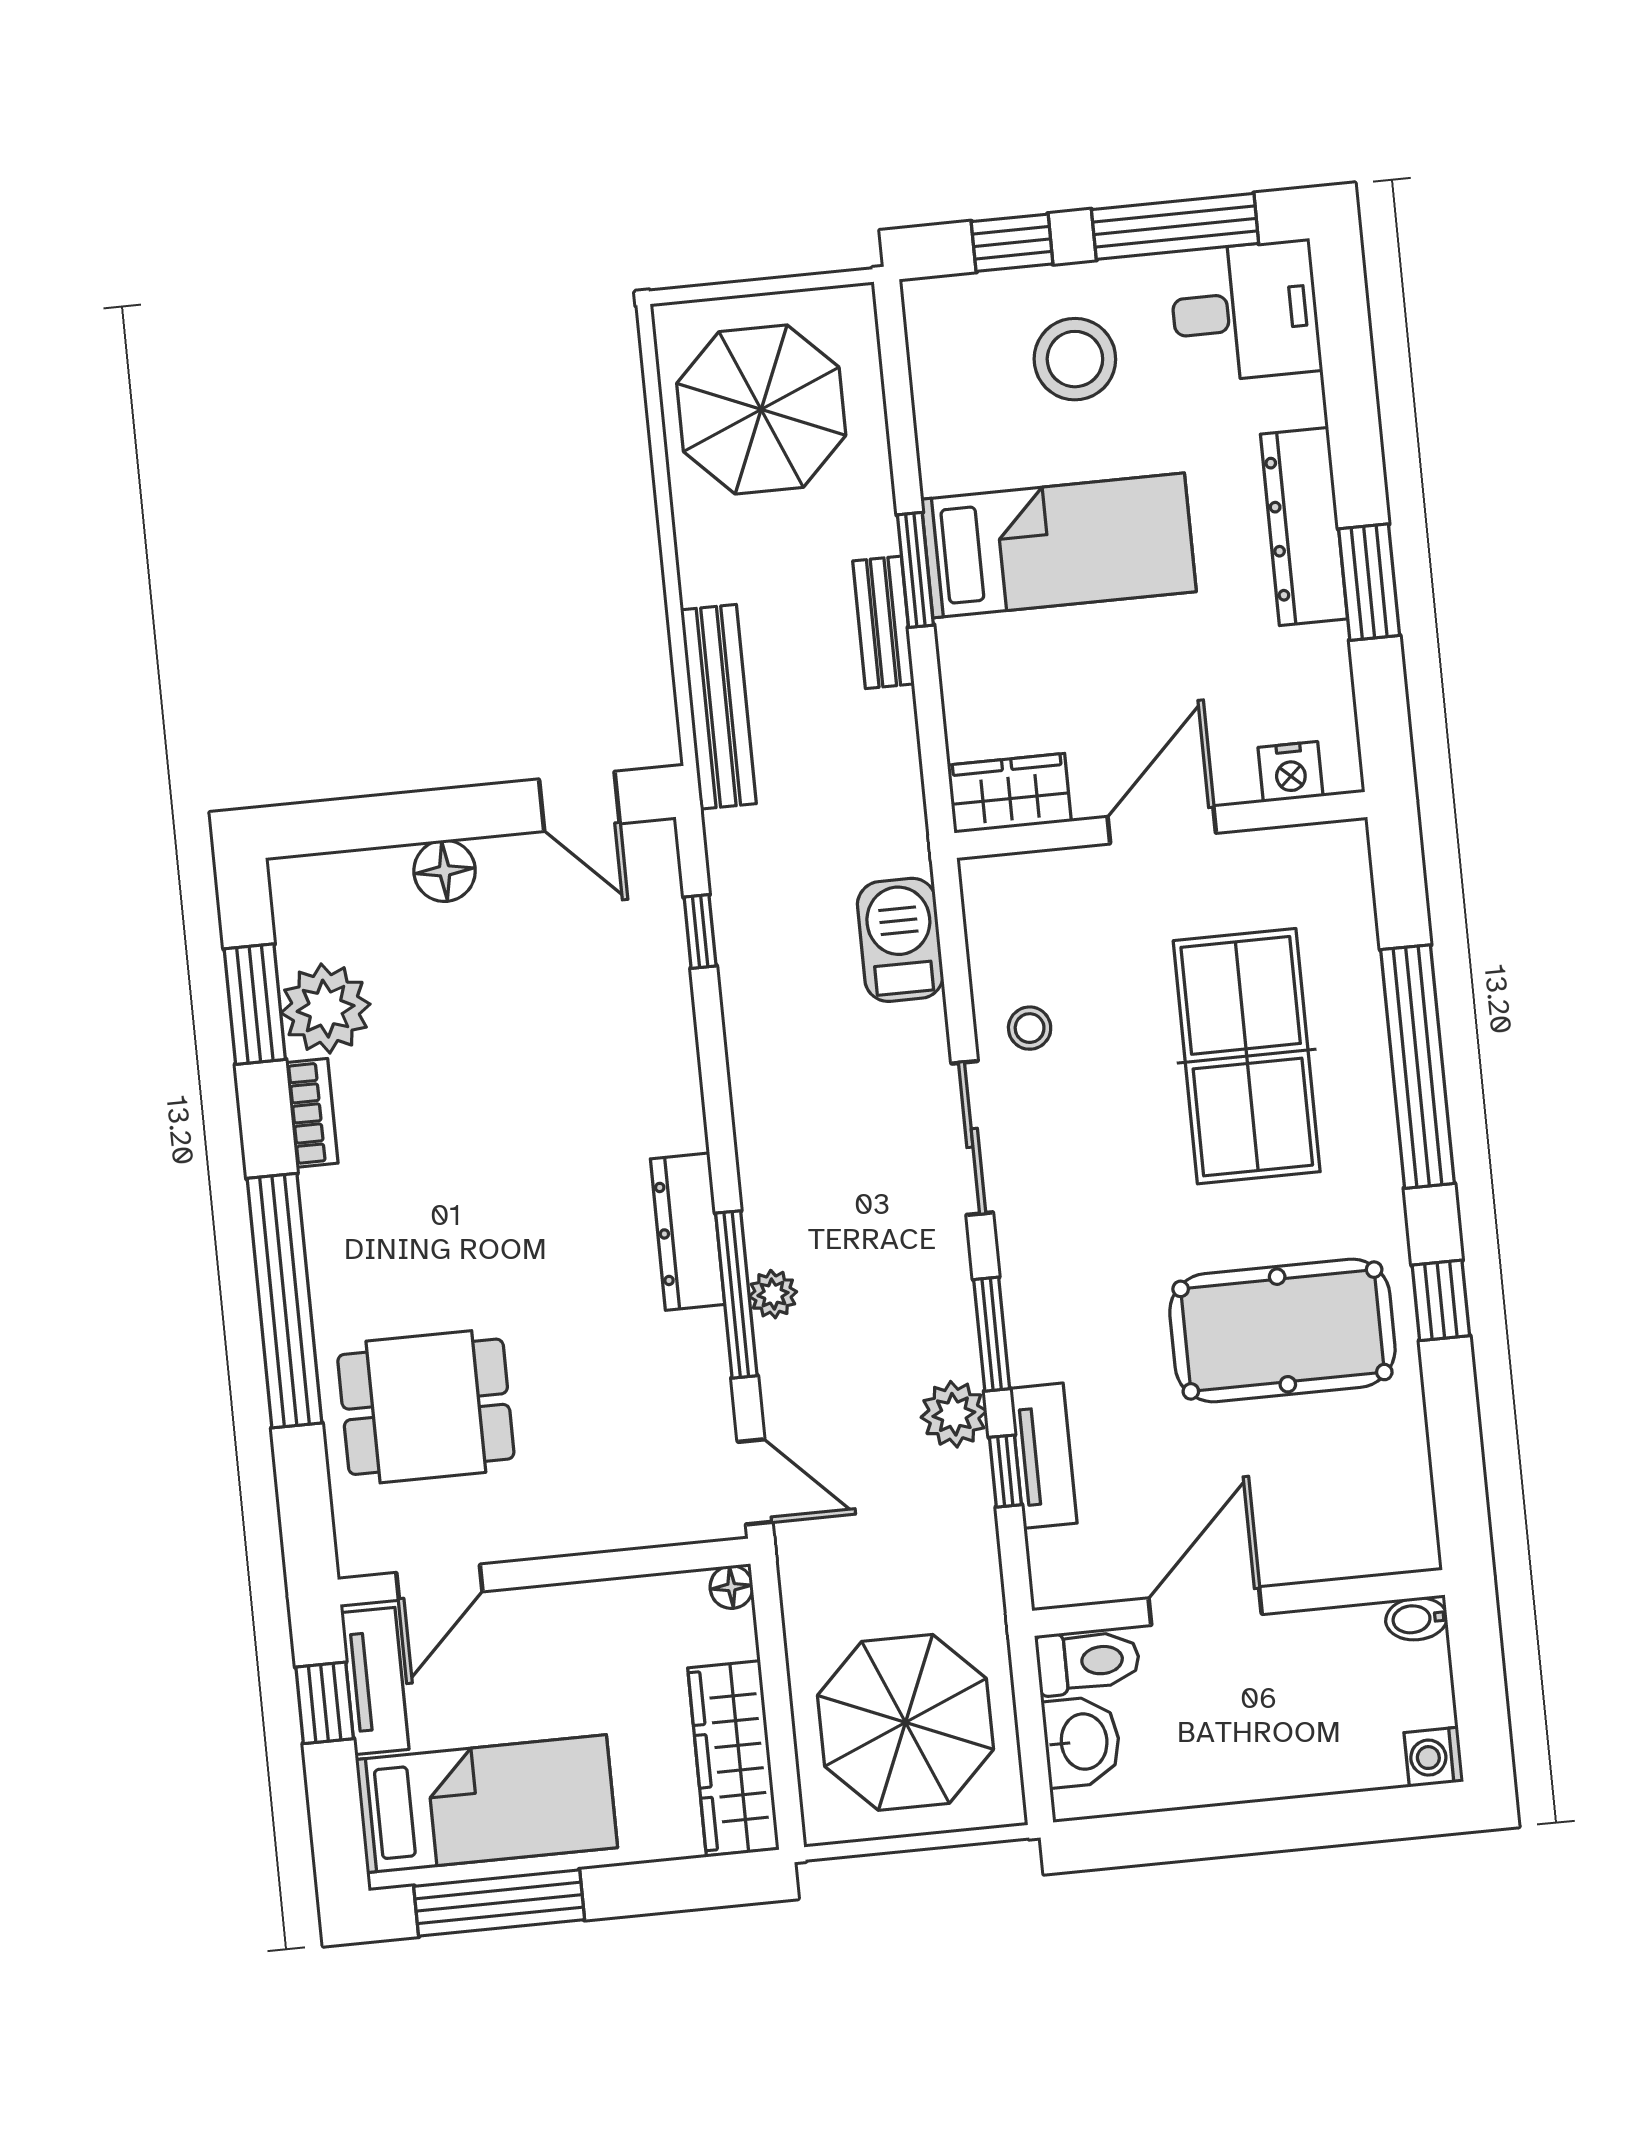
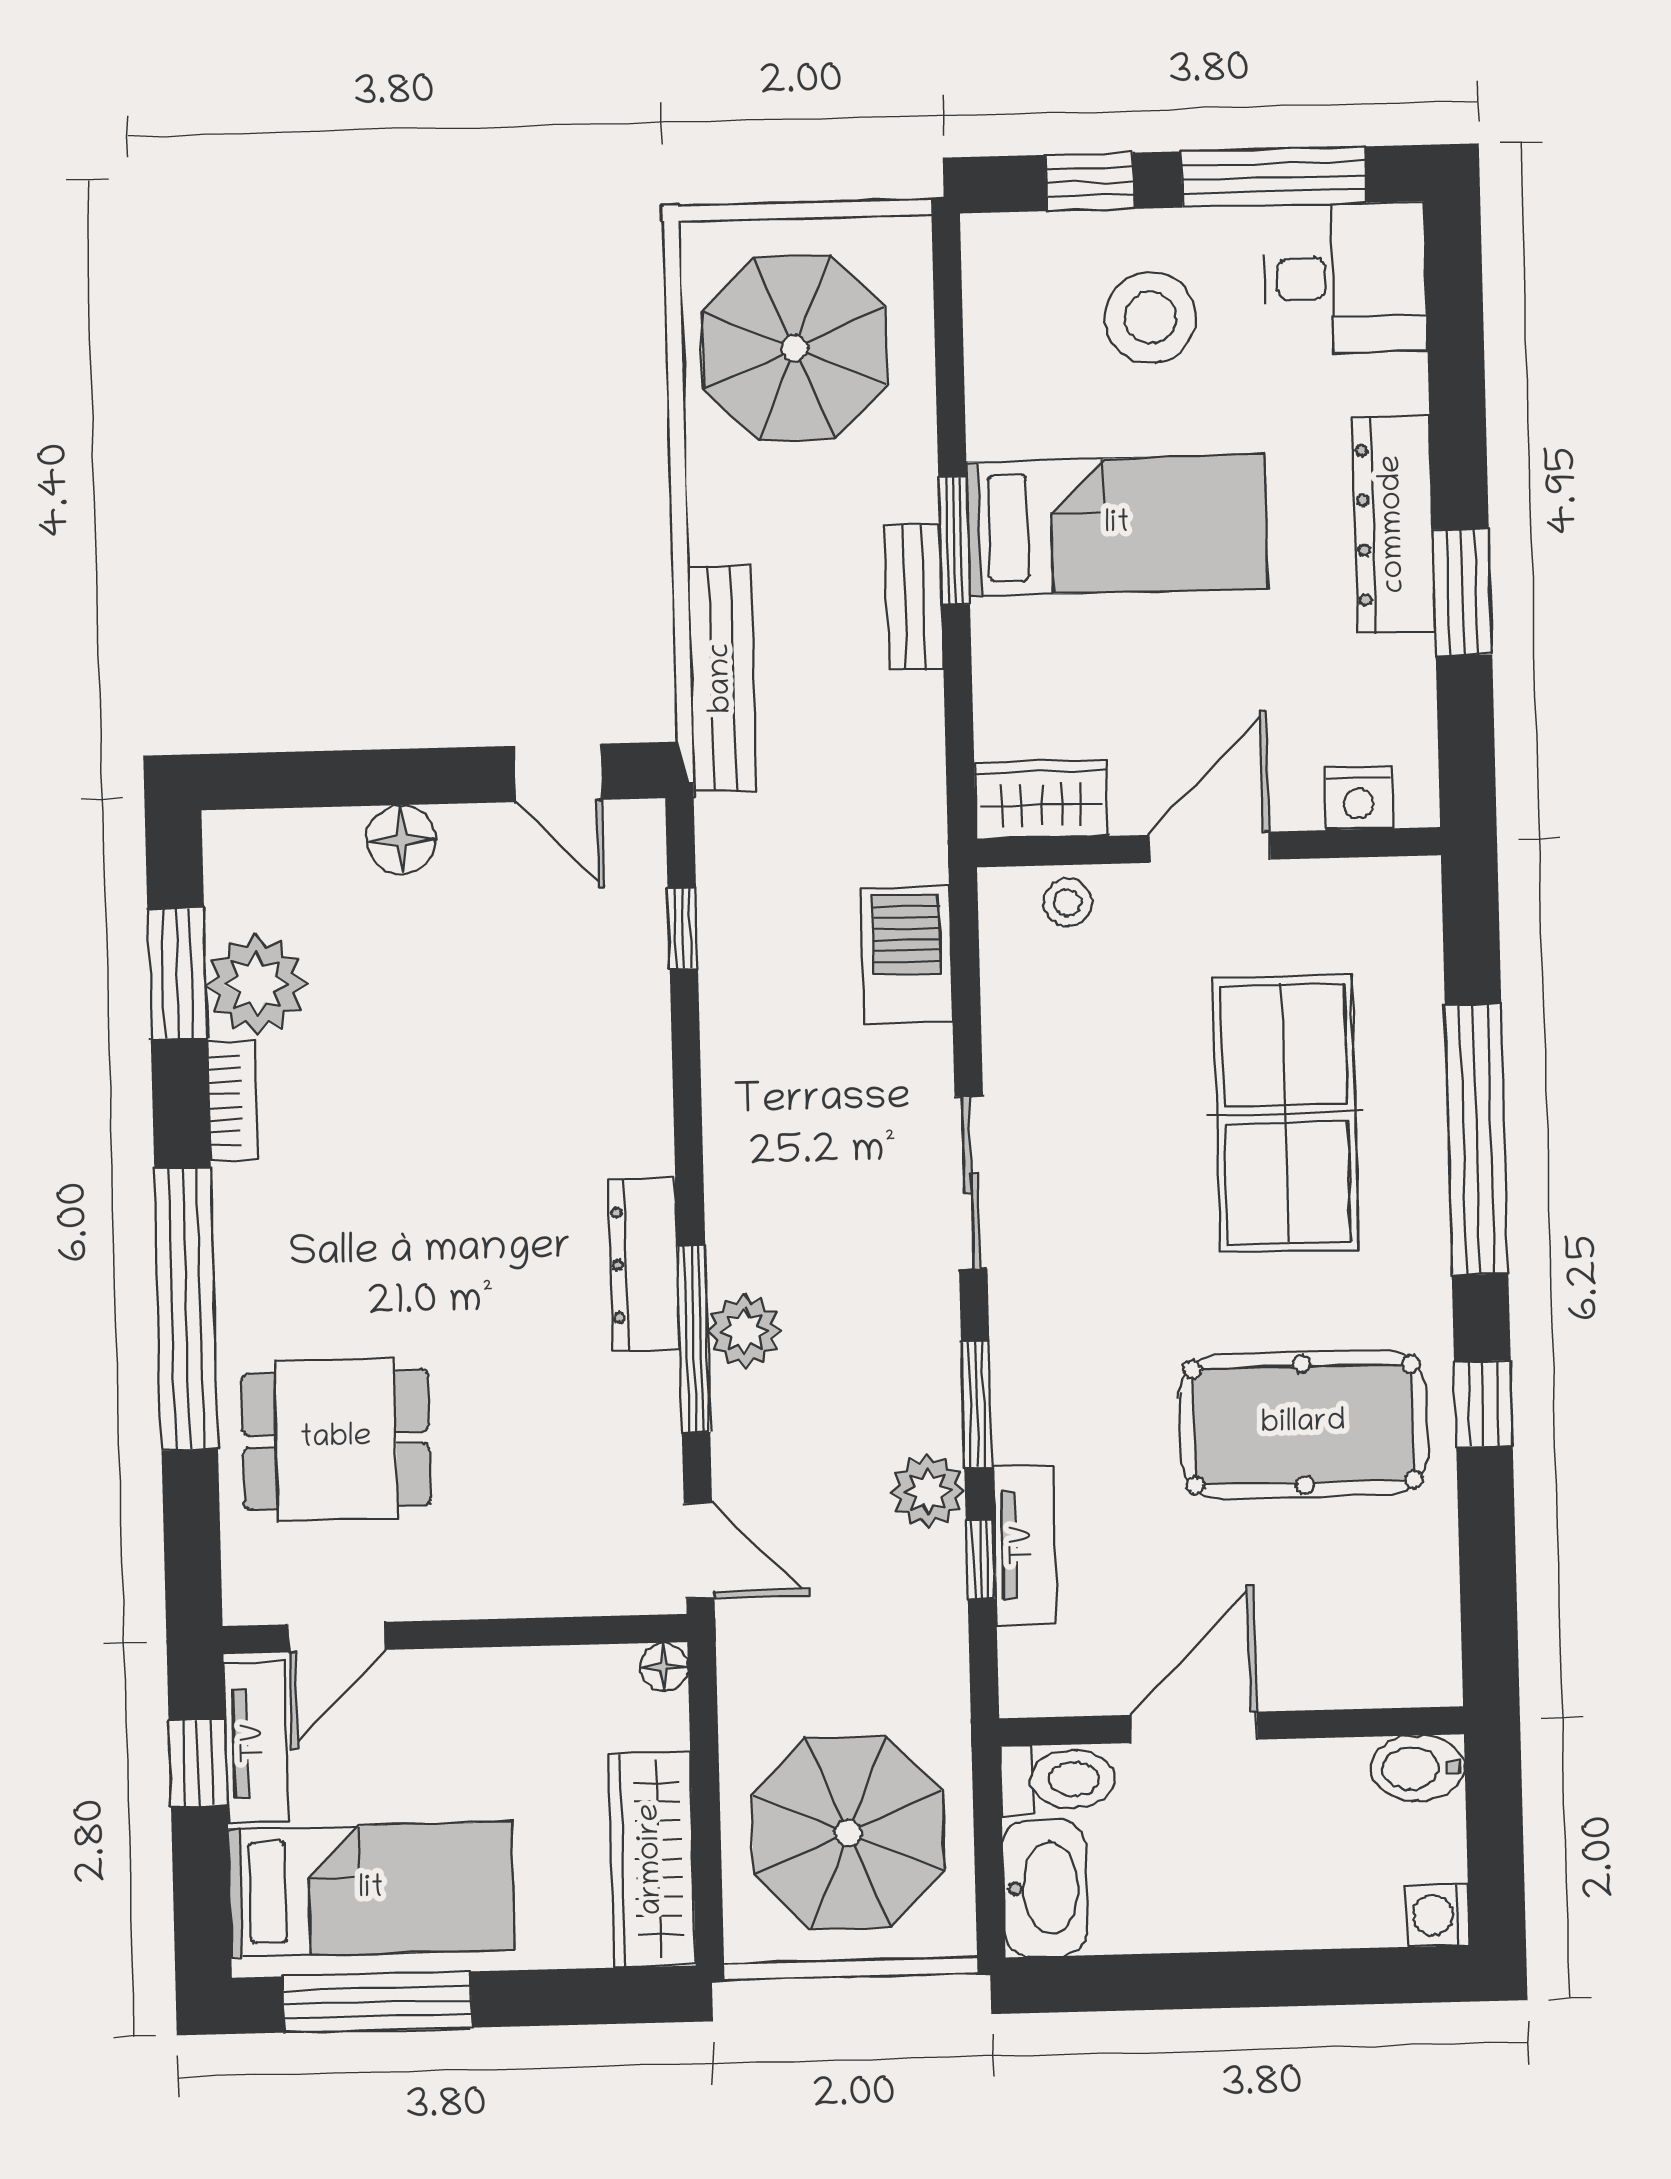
stool: (1030, 1028) -> (1068, 902), moved
plant: (773, 1294) -> (745, 1331), width x1.38, depth x1.38
bidet: (1416, 1619) -> (1418, 1768), width x1.38, depth x1.36
washbasin: (1082, 1742) -> (1045, 1888), width x1.38

